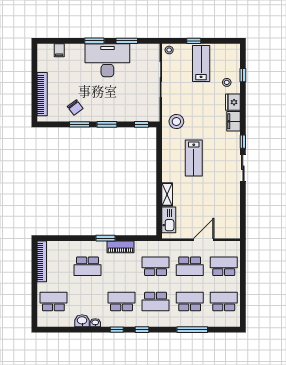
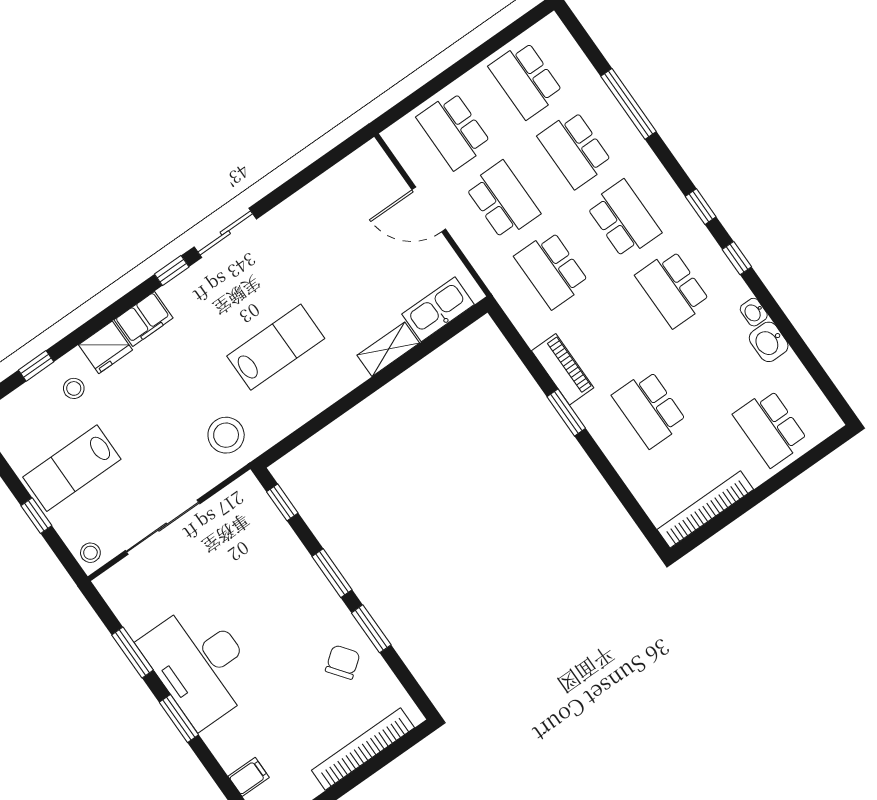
school desk: (87, 266) -> (650, 409), turned 180

